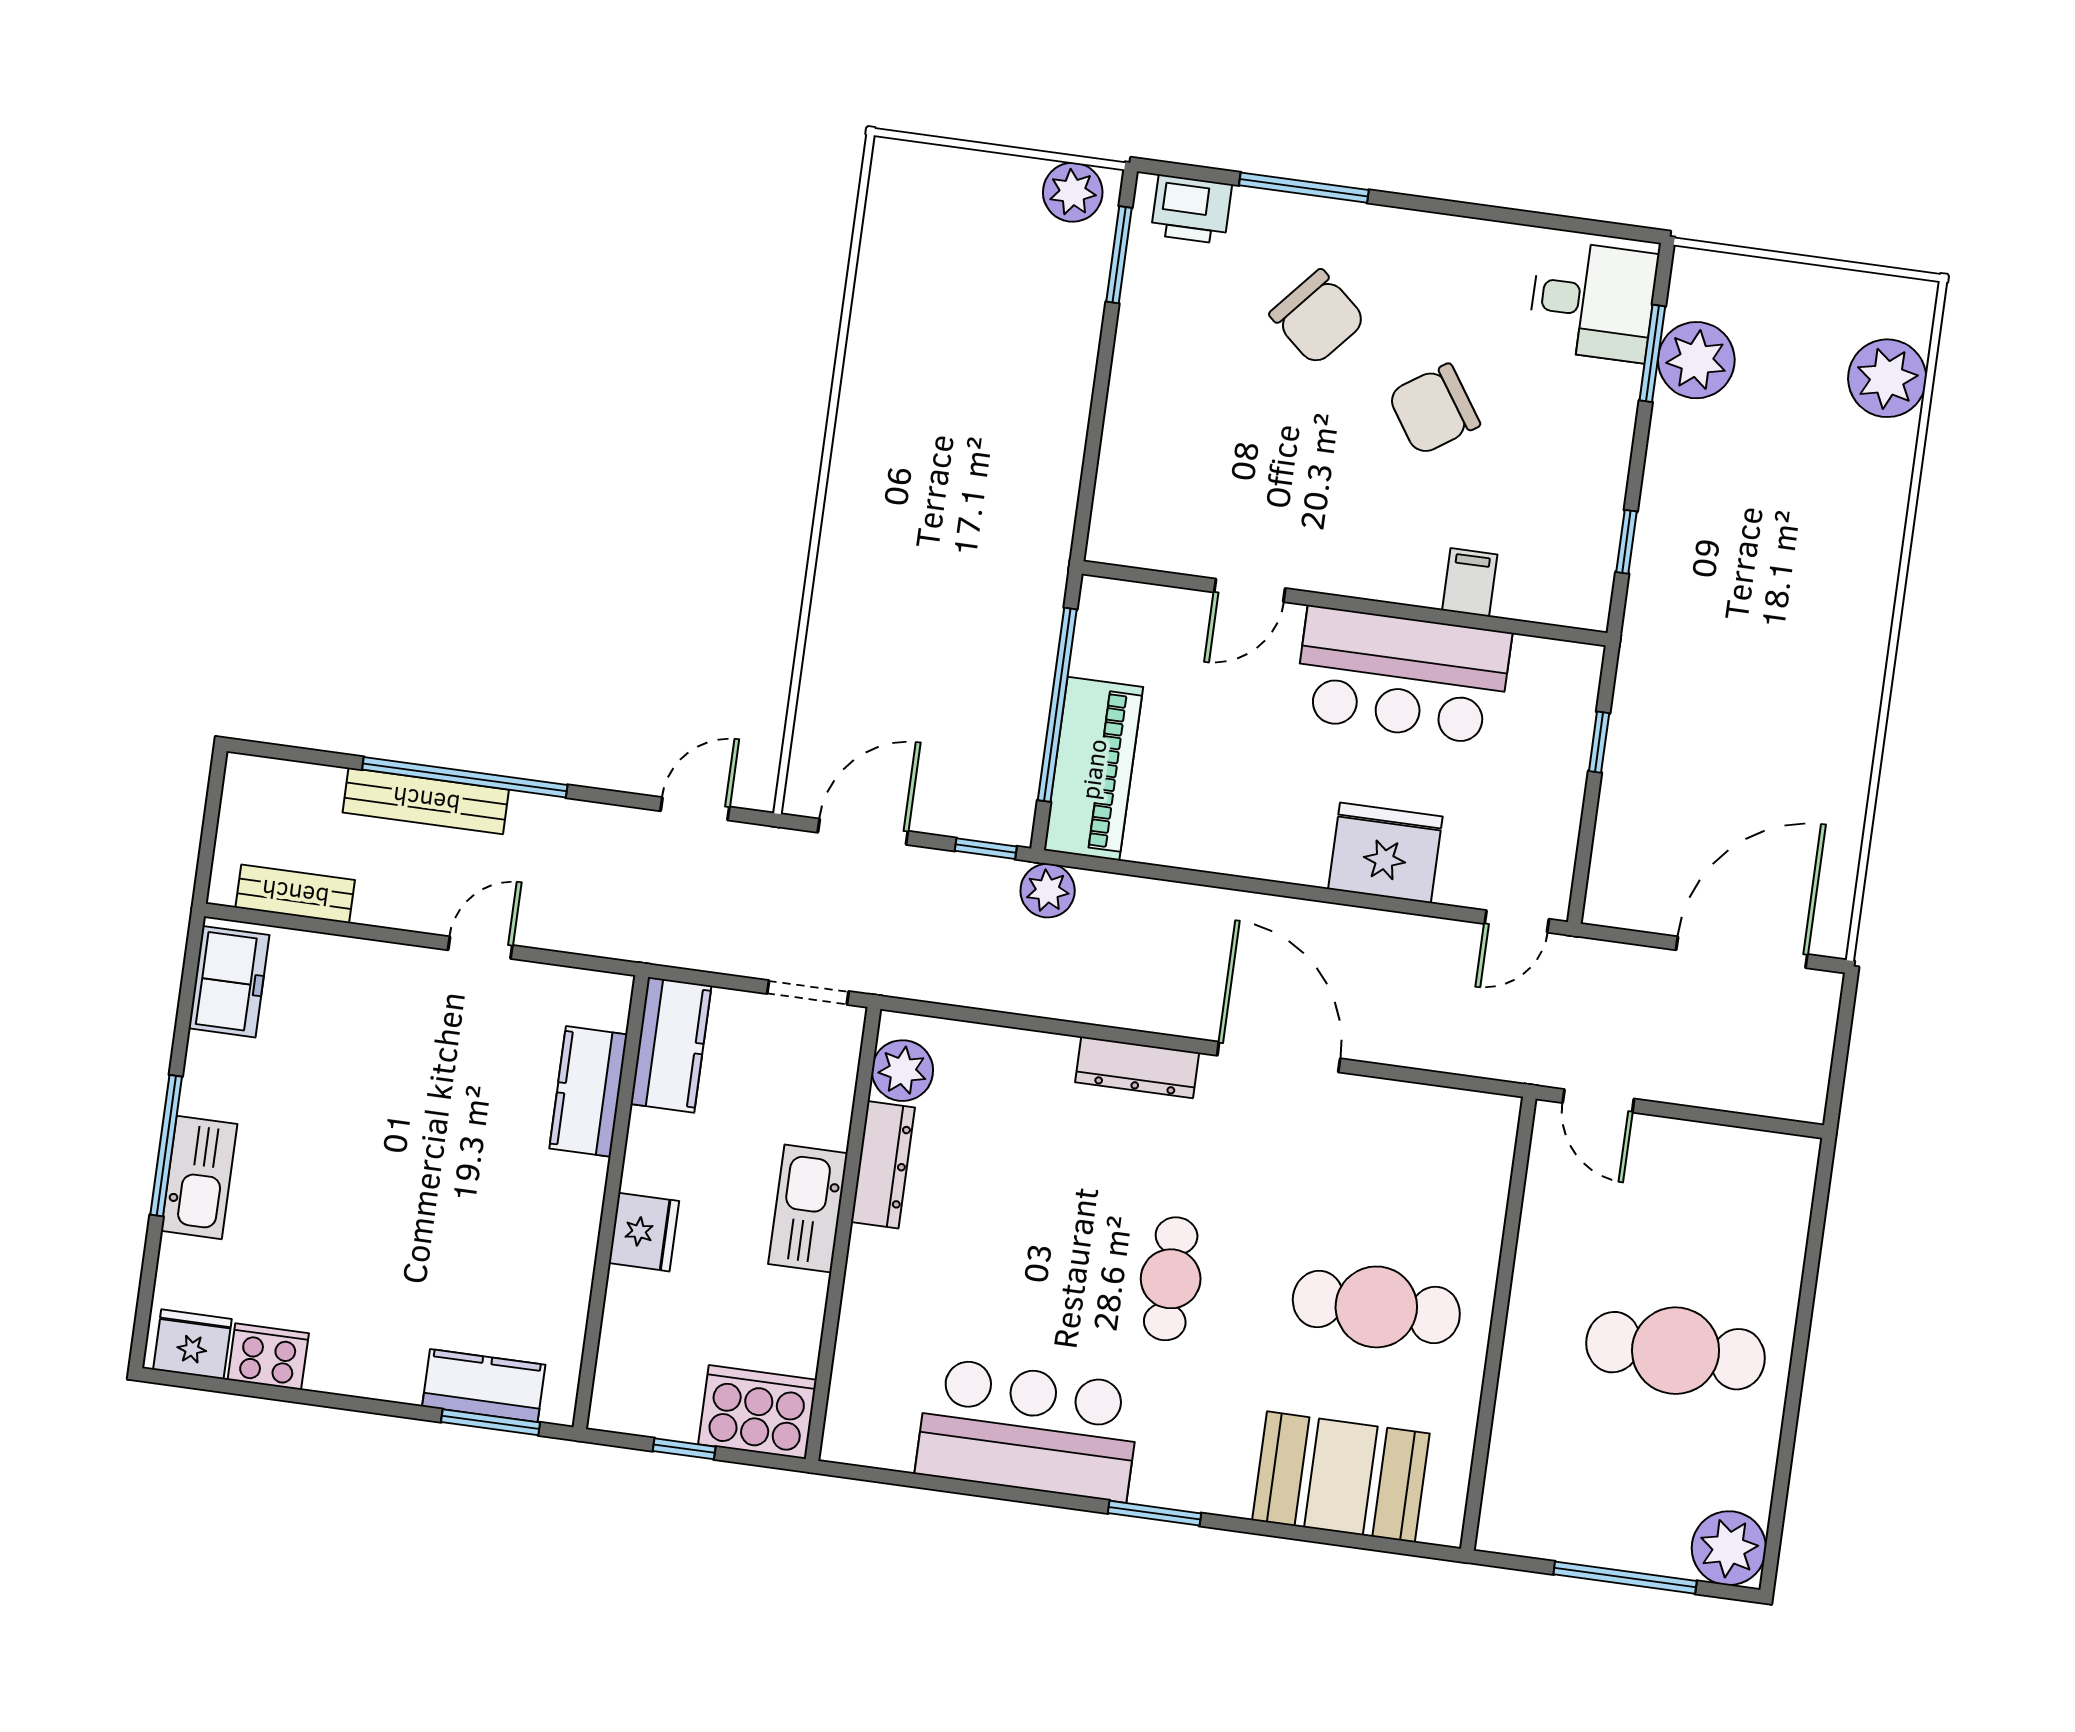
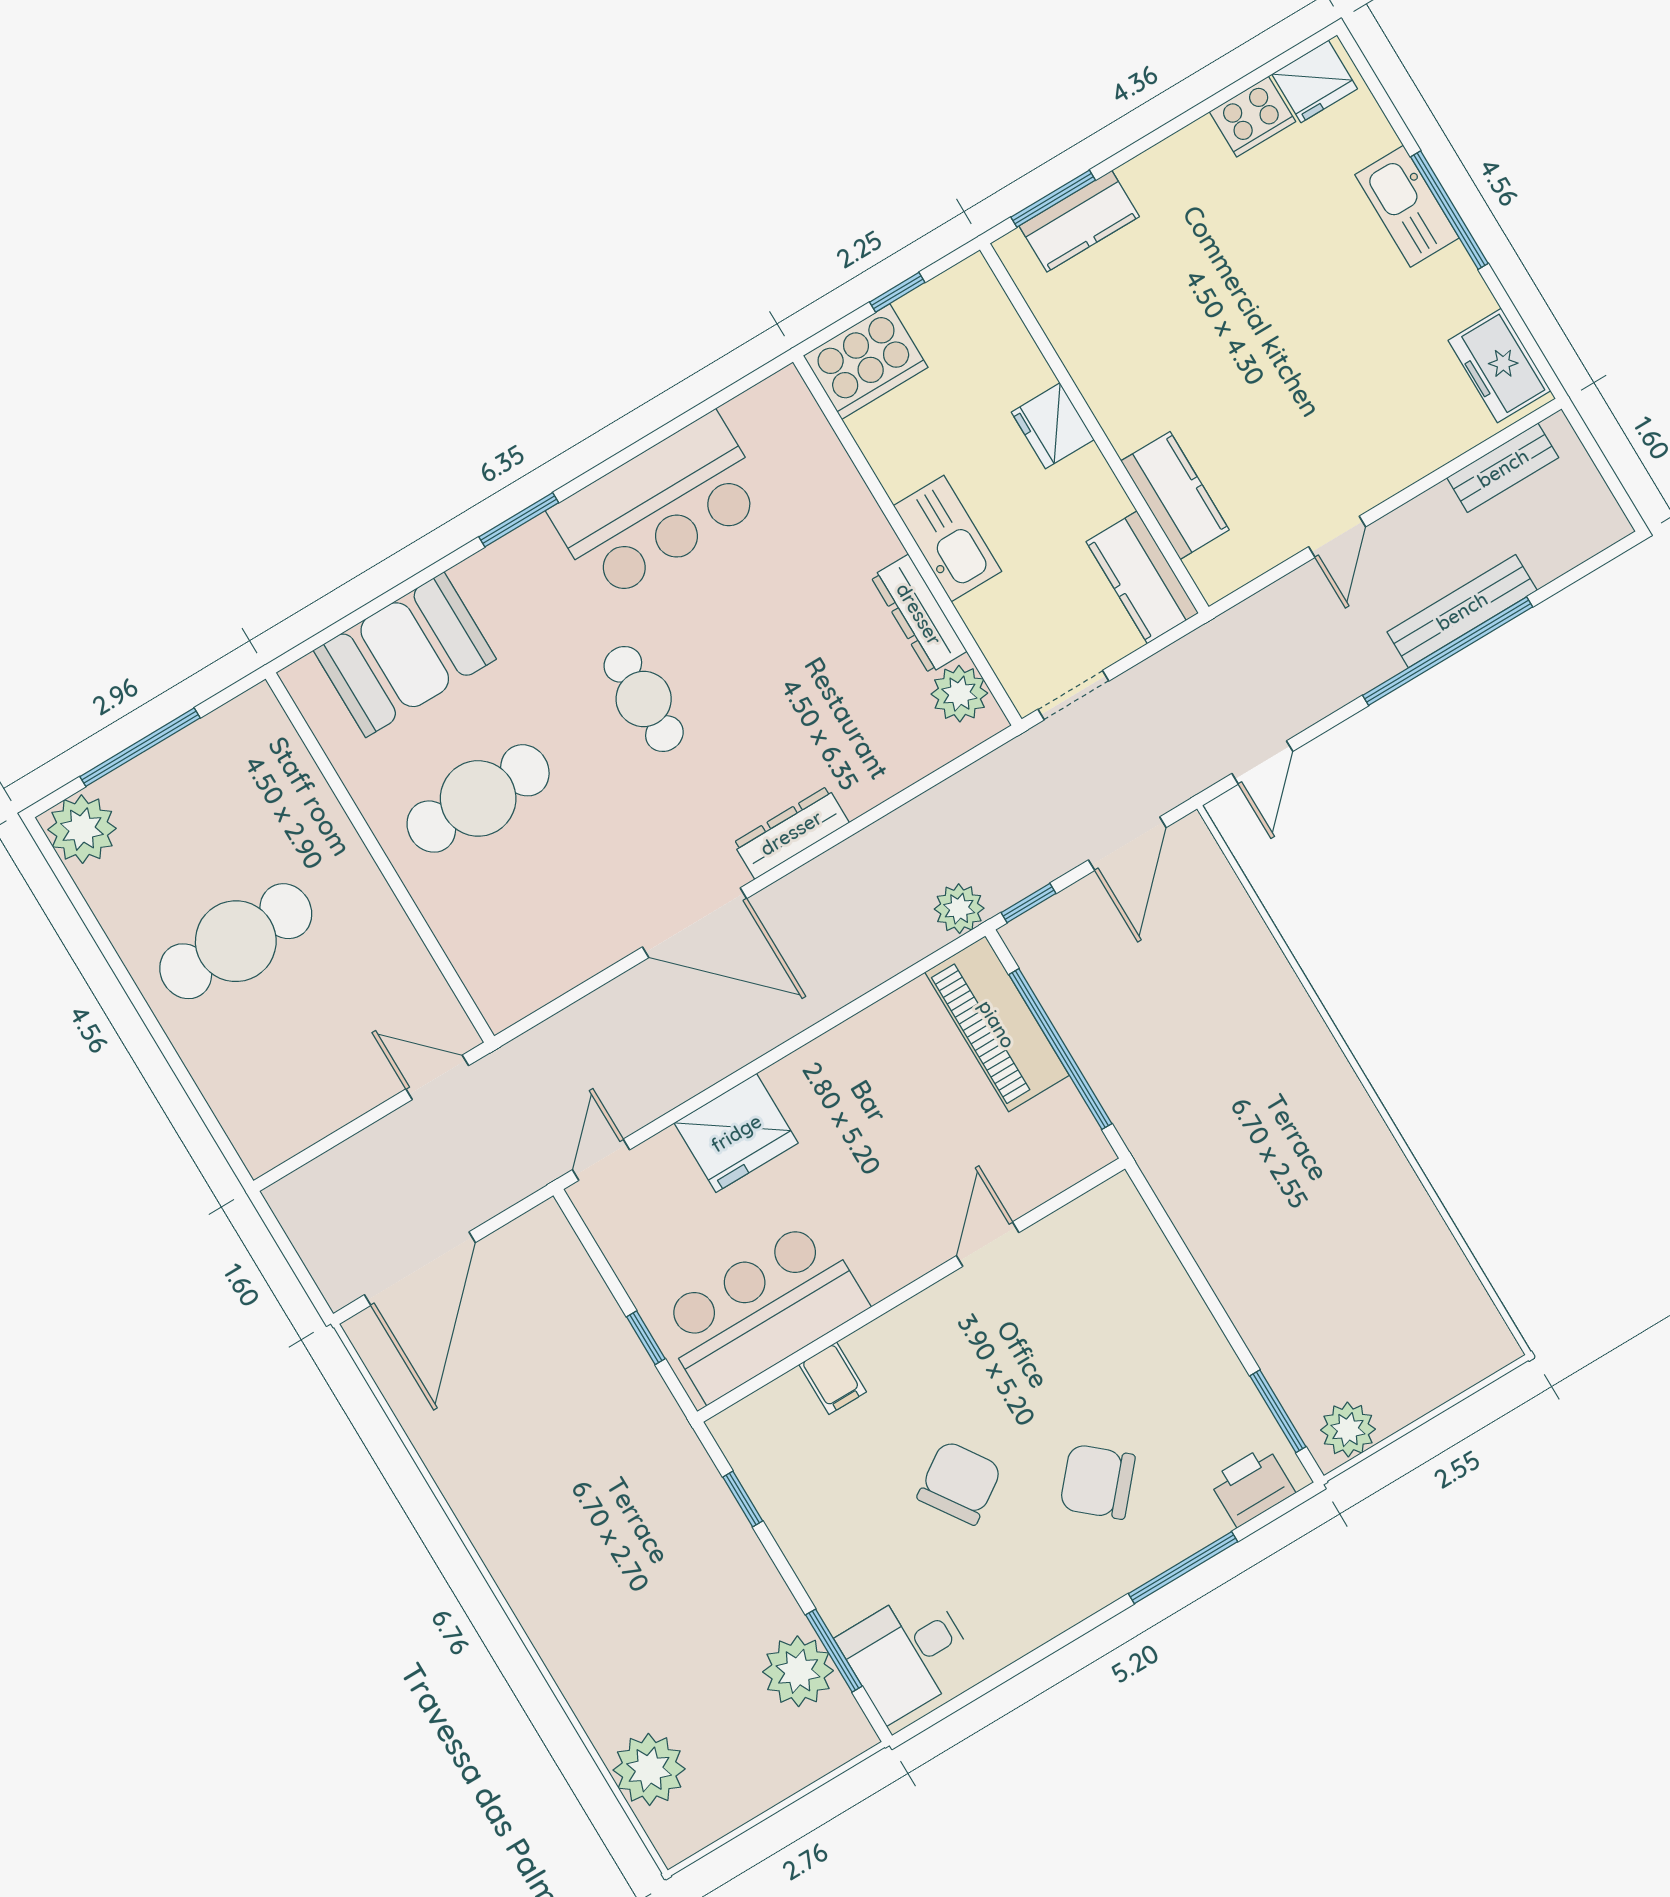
bar counter: (1402, 675) -> (762, 1311), moved

